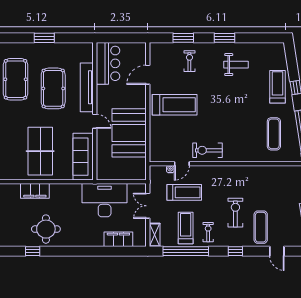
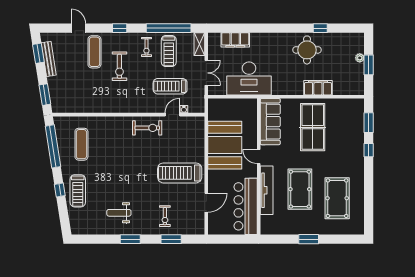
bar counter: (108, 63) -> (246, 206), width x1.36

